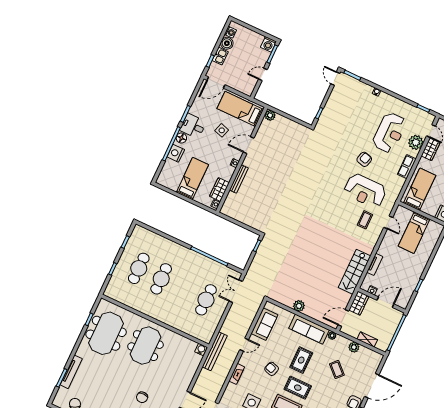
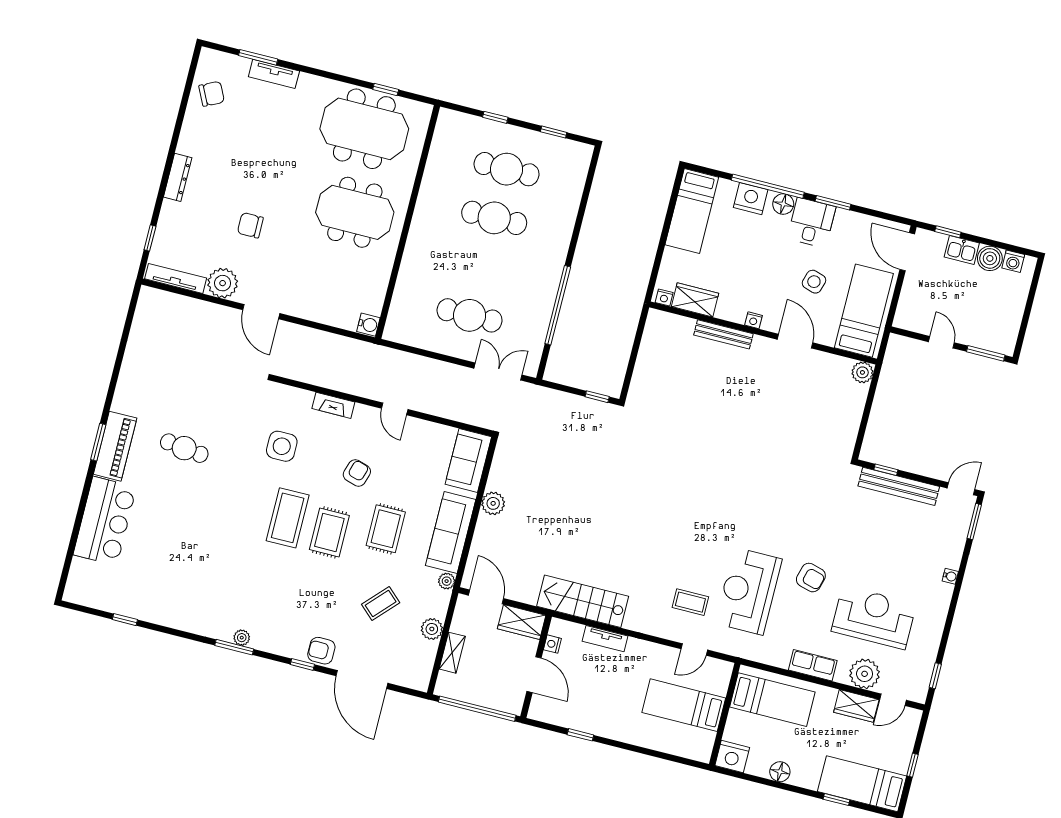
washing machine: (268, 44) -> (1004, 342), removed
reception desk: (389, 133) -> (874, 617), turned 180
bed: (192, 179) -> (692, 211), moved, turned 90
sofa: (264, 324) -> (468, 461), moved, turned 90
bench: (215, 351) -> (899, 486), moved
rug: (301, 360) -> (386, 529), turned 90
tv unit: (71, 372) -> (274, 74), width x0.71

